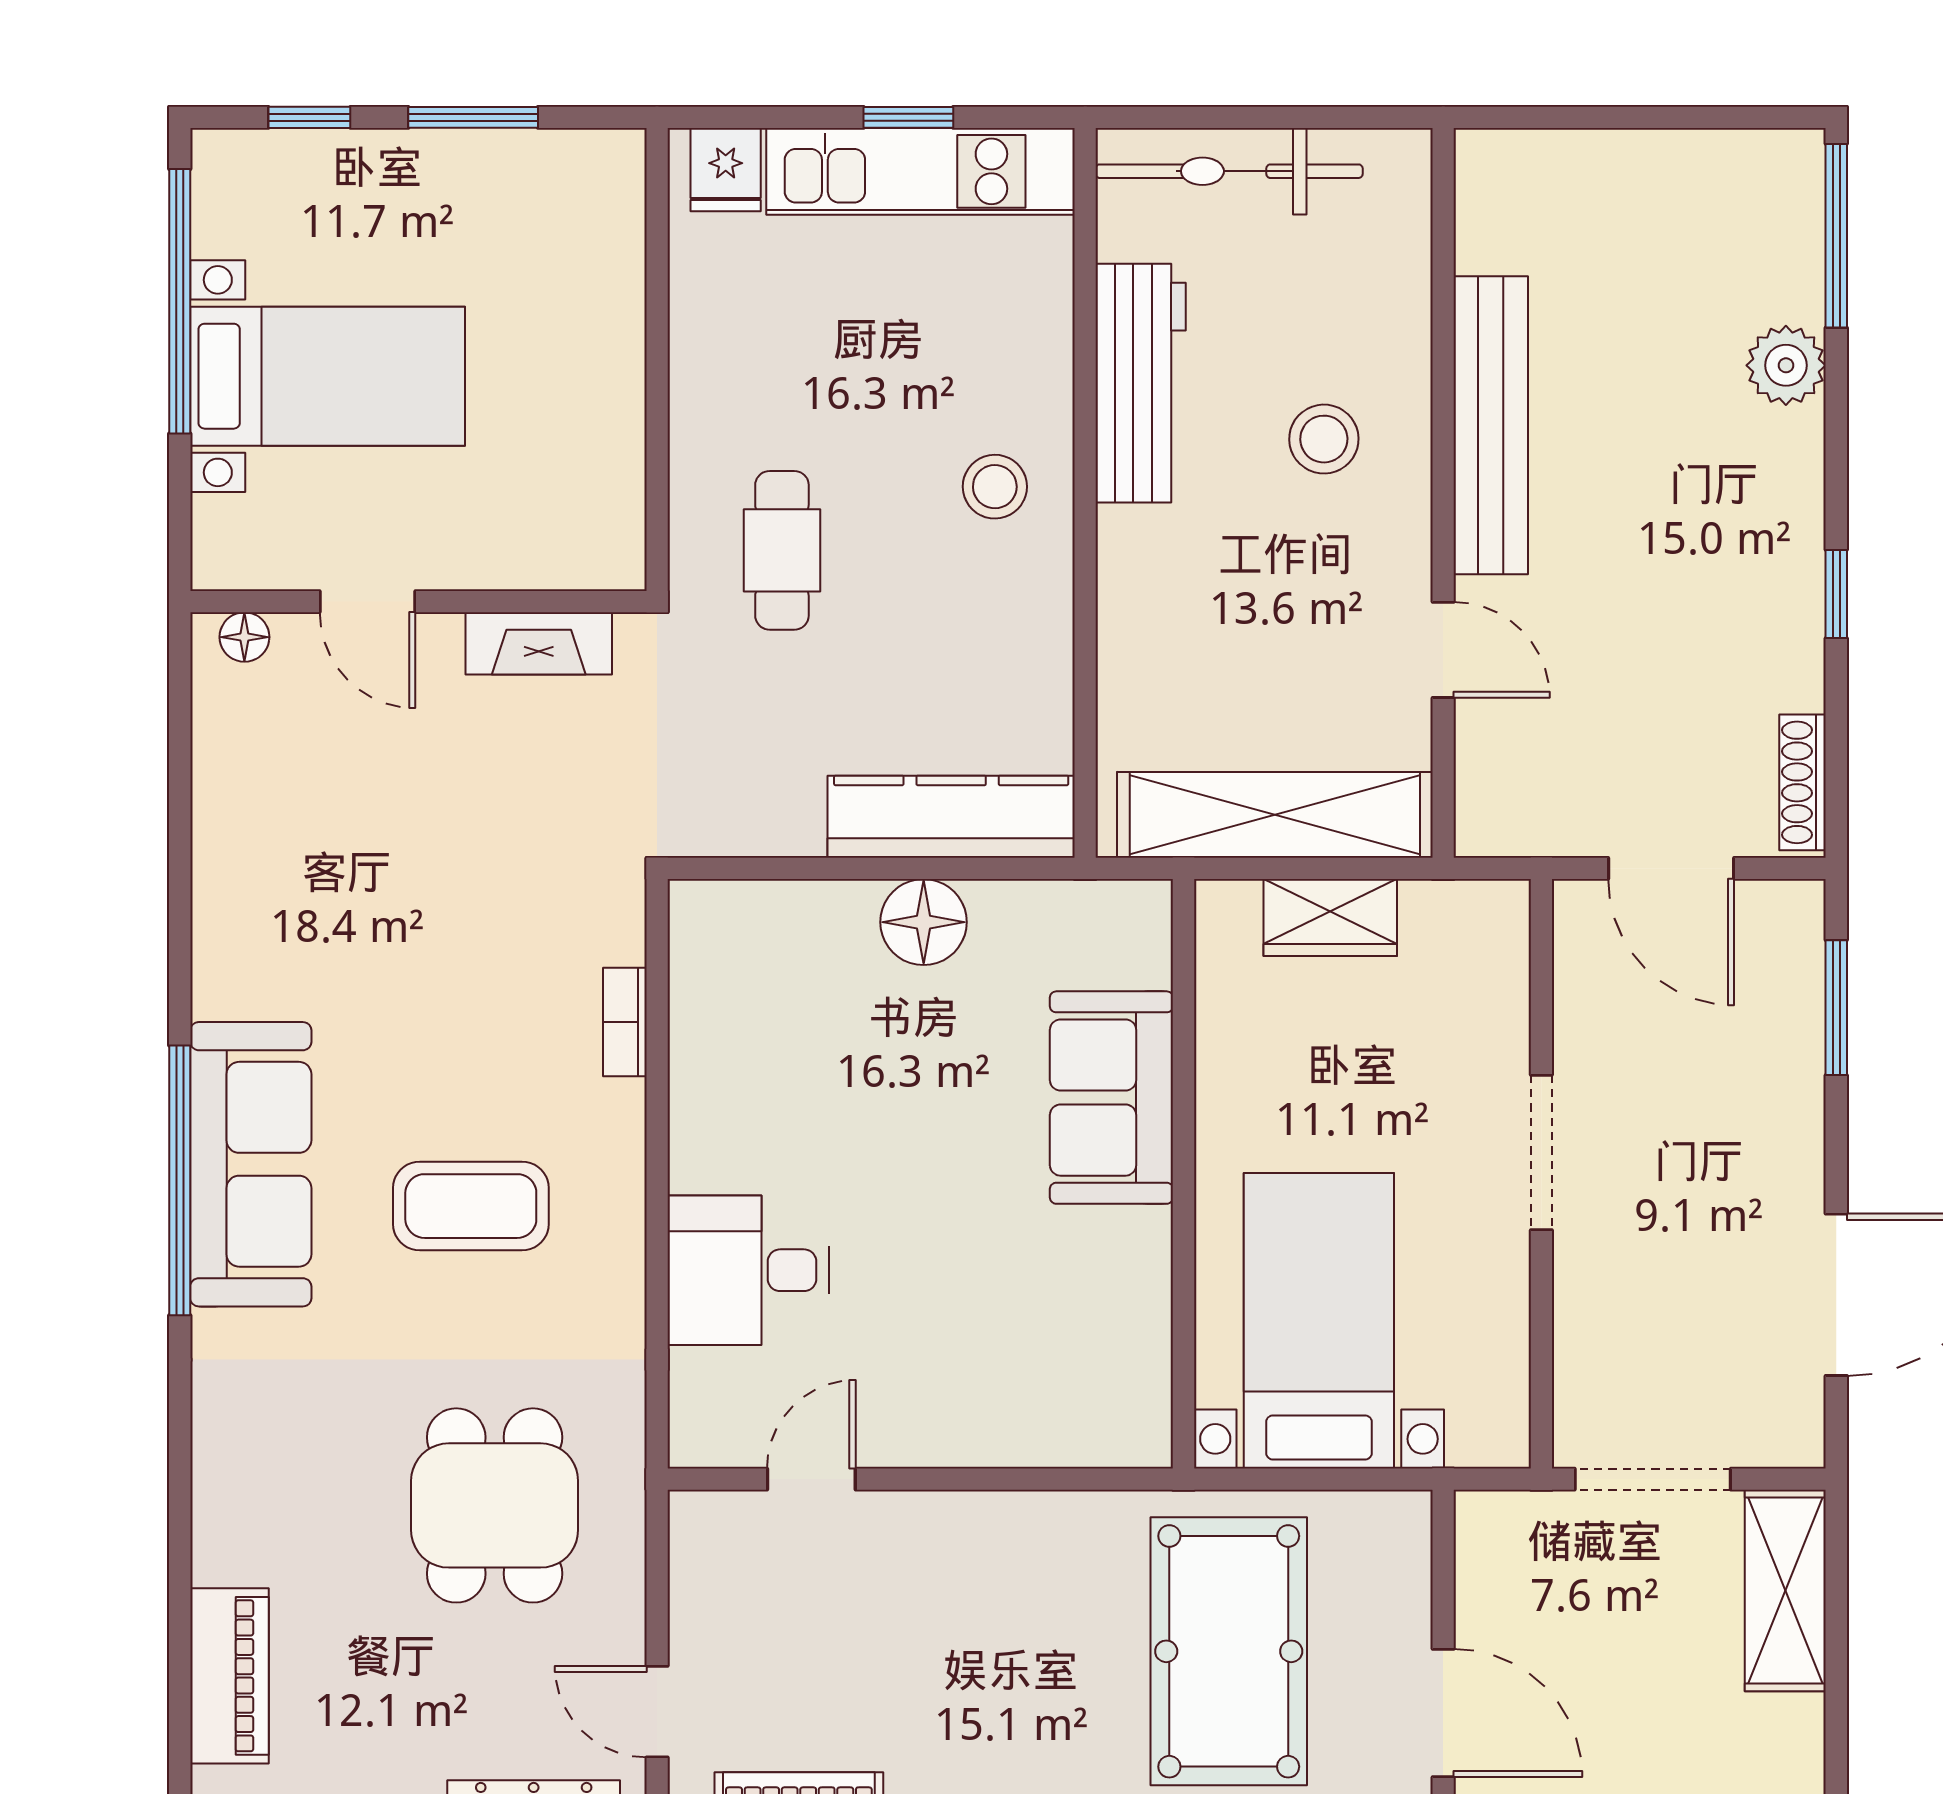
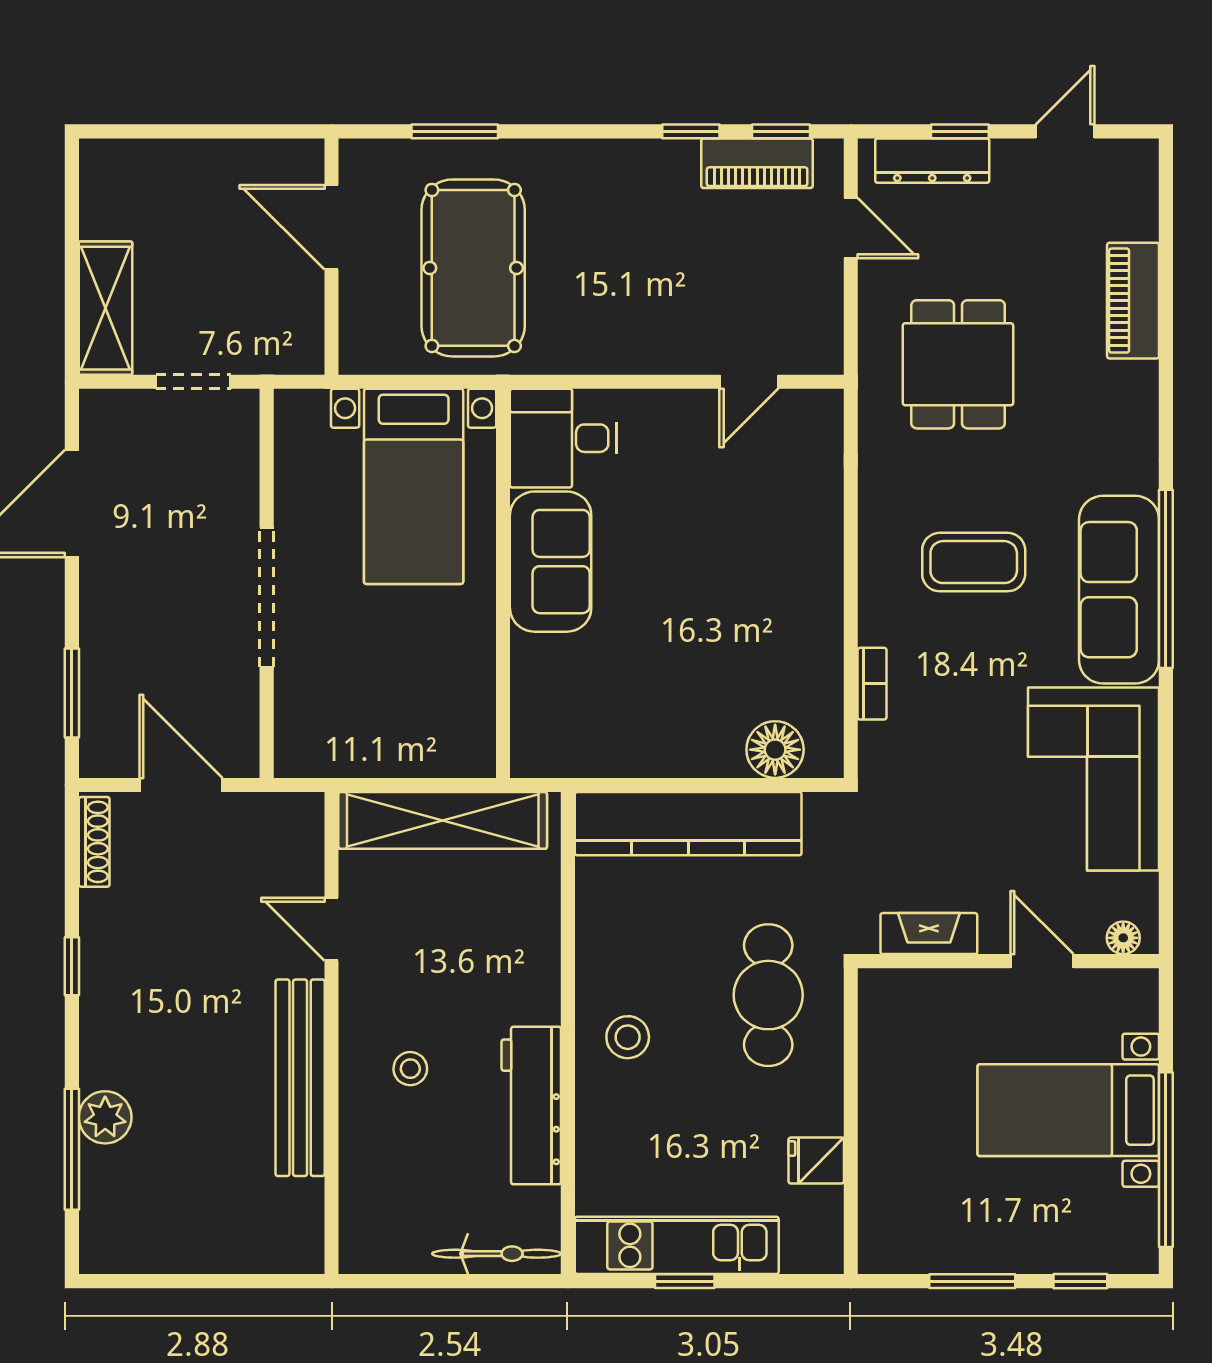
fridge: (726, 170) -> (816, 1161), moved, turned -90
bicycle: (1229, 171) -> (496, 1254), width x0.73, depth x0.71
window: (1836, 236) -> (72, 1149), moved
stool: (1324, 439) -> (410, 1069), width x0.73, depth x0.73
cafe table: (782, 550) -> (768, 995), width x1.37, depth x1.35
kitchen counter: (951, 817) -> (688, 824), width x1.39, depth x1.17
corner sofa: (289, 878) -> (1094, 779), added
wardrobe: (1330, 918) -> (406, 753), removed
floor lamp: (924, 922) -> (775, 750), moved
sofa: (1111, 1098) -> (551, 562), moved
doorway: (1541, 1153) -> (267, 597), width x1.36
desk: (748, 1270) -> (563, 438), moved, turned 180
doorway: (1653, 1479) -> (193, 382), width x0.73
piano: (230, 1676) -> (1133, 301), moved

